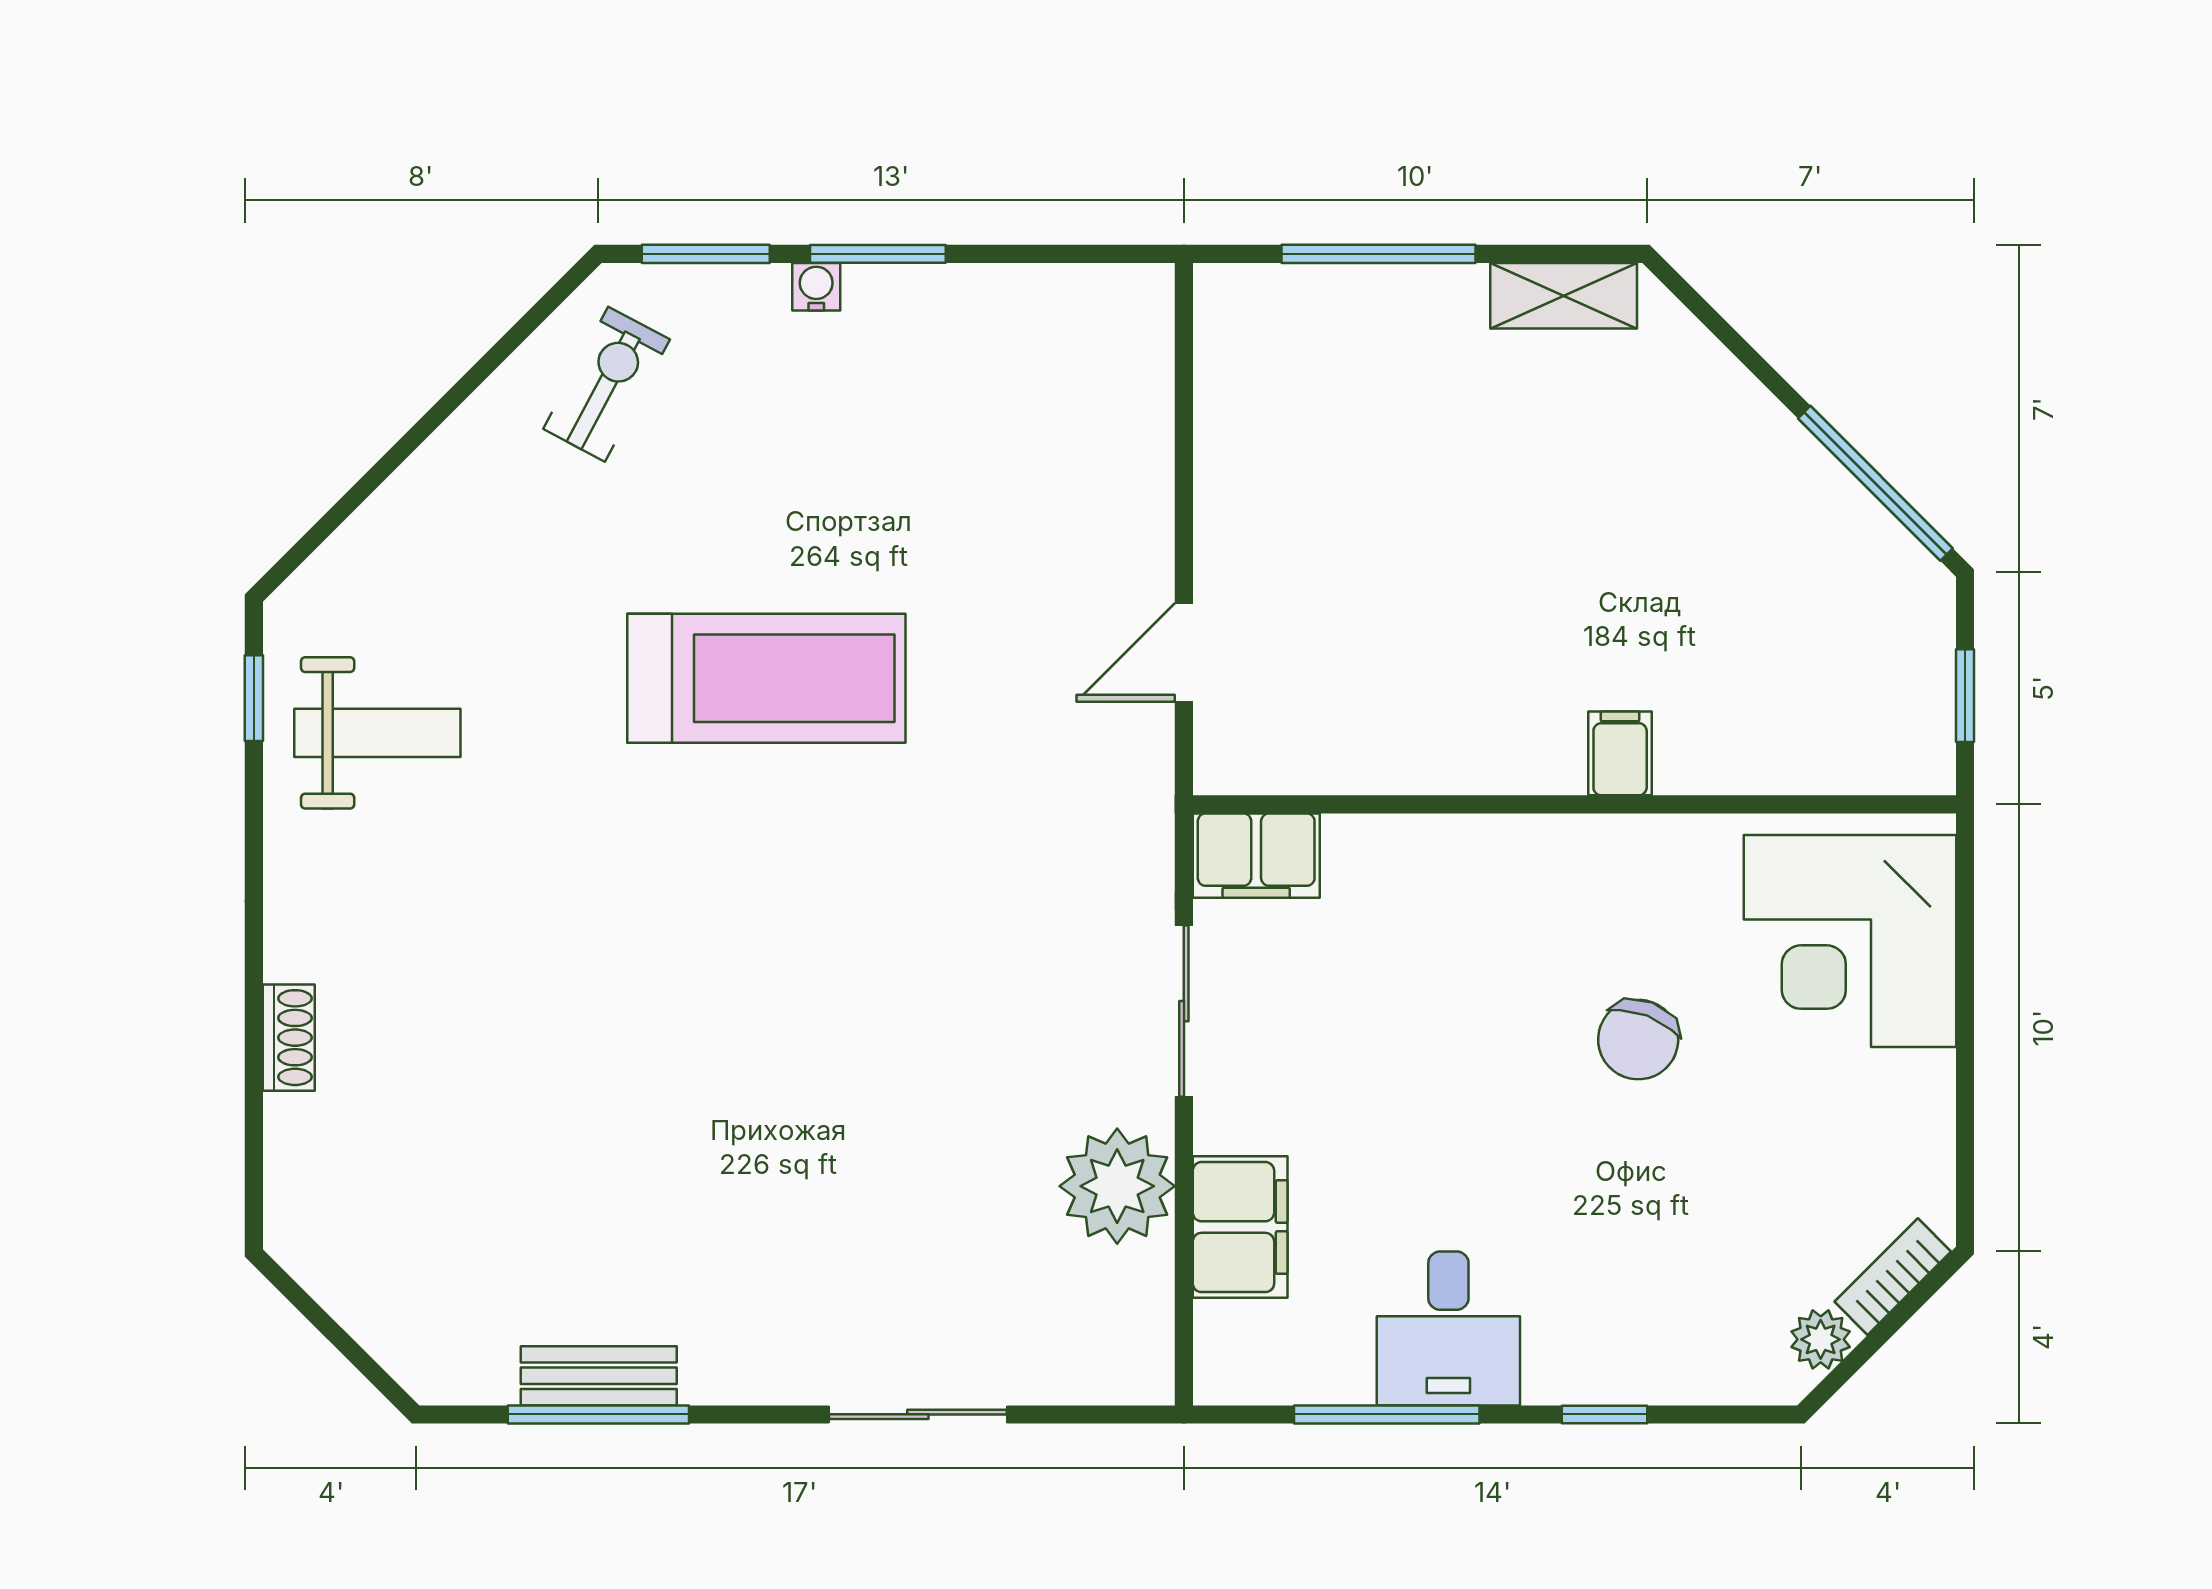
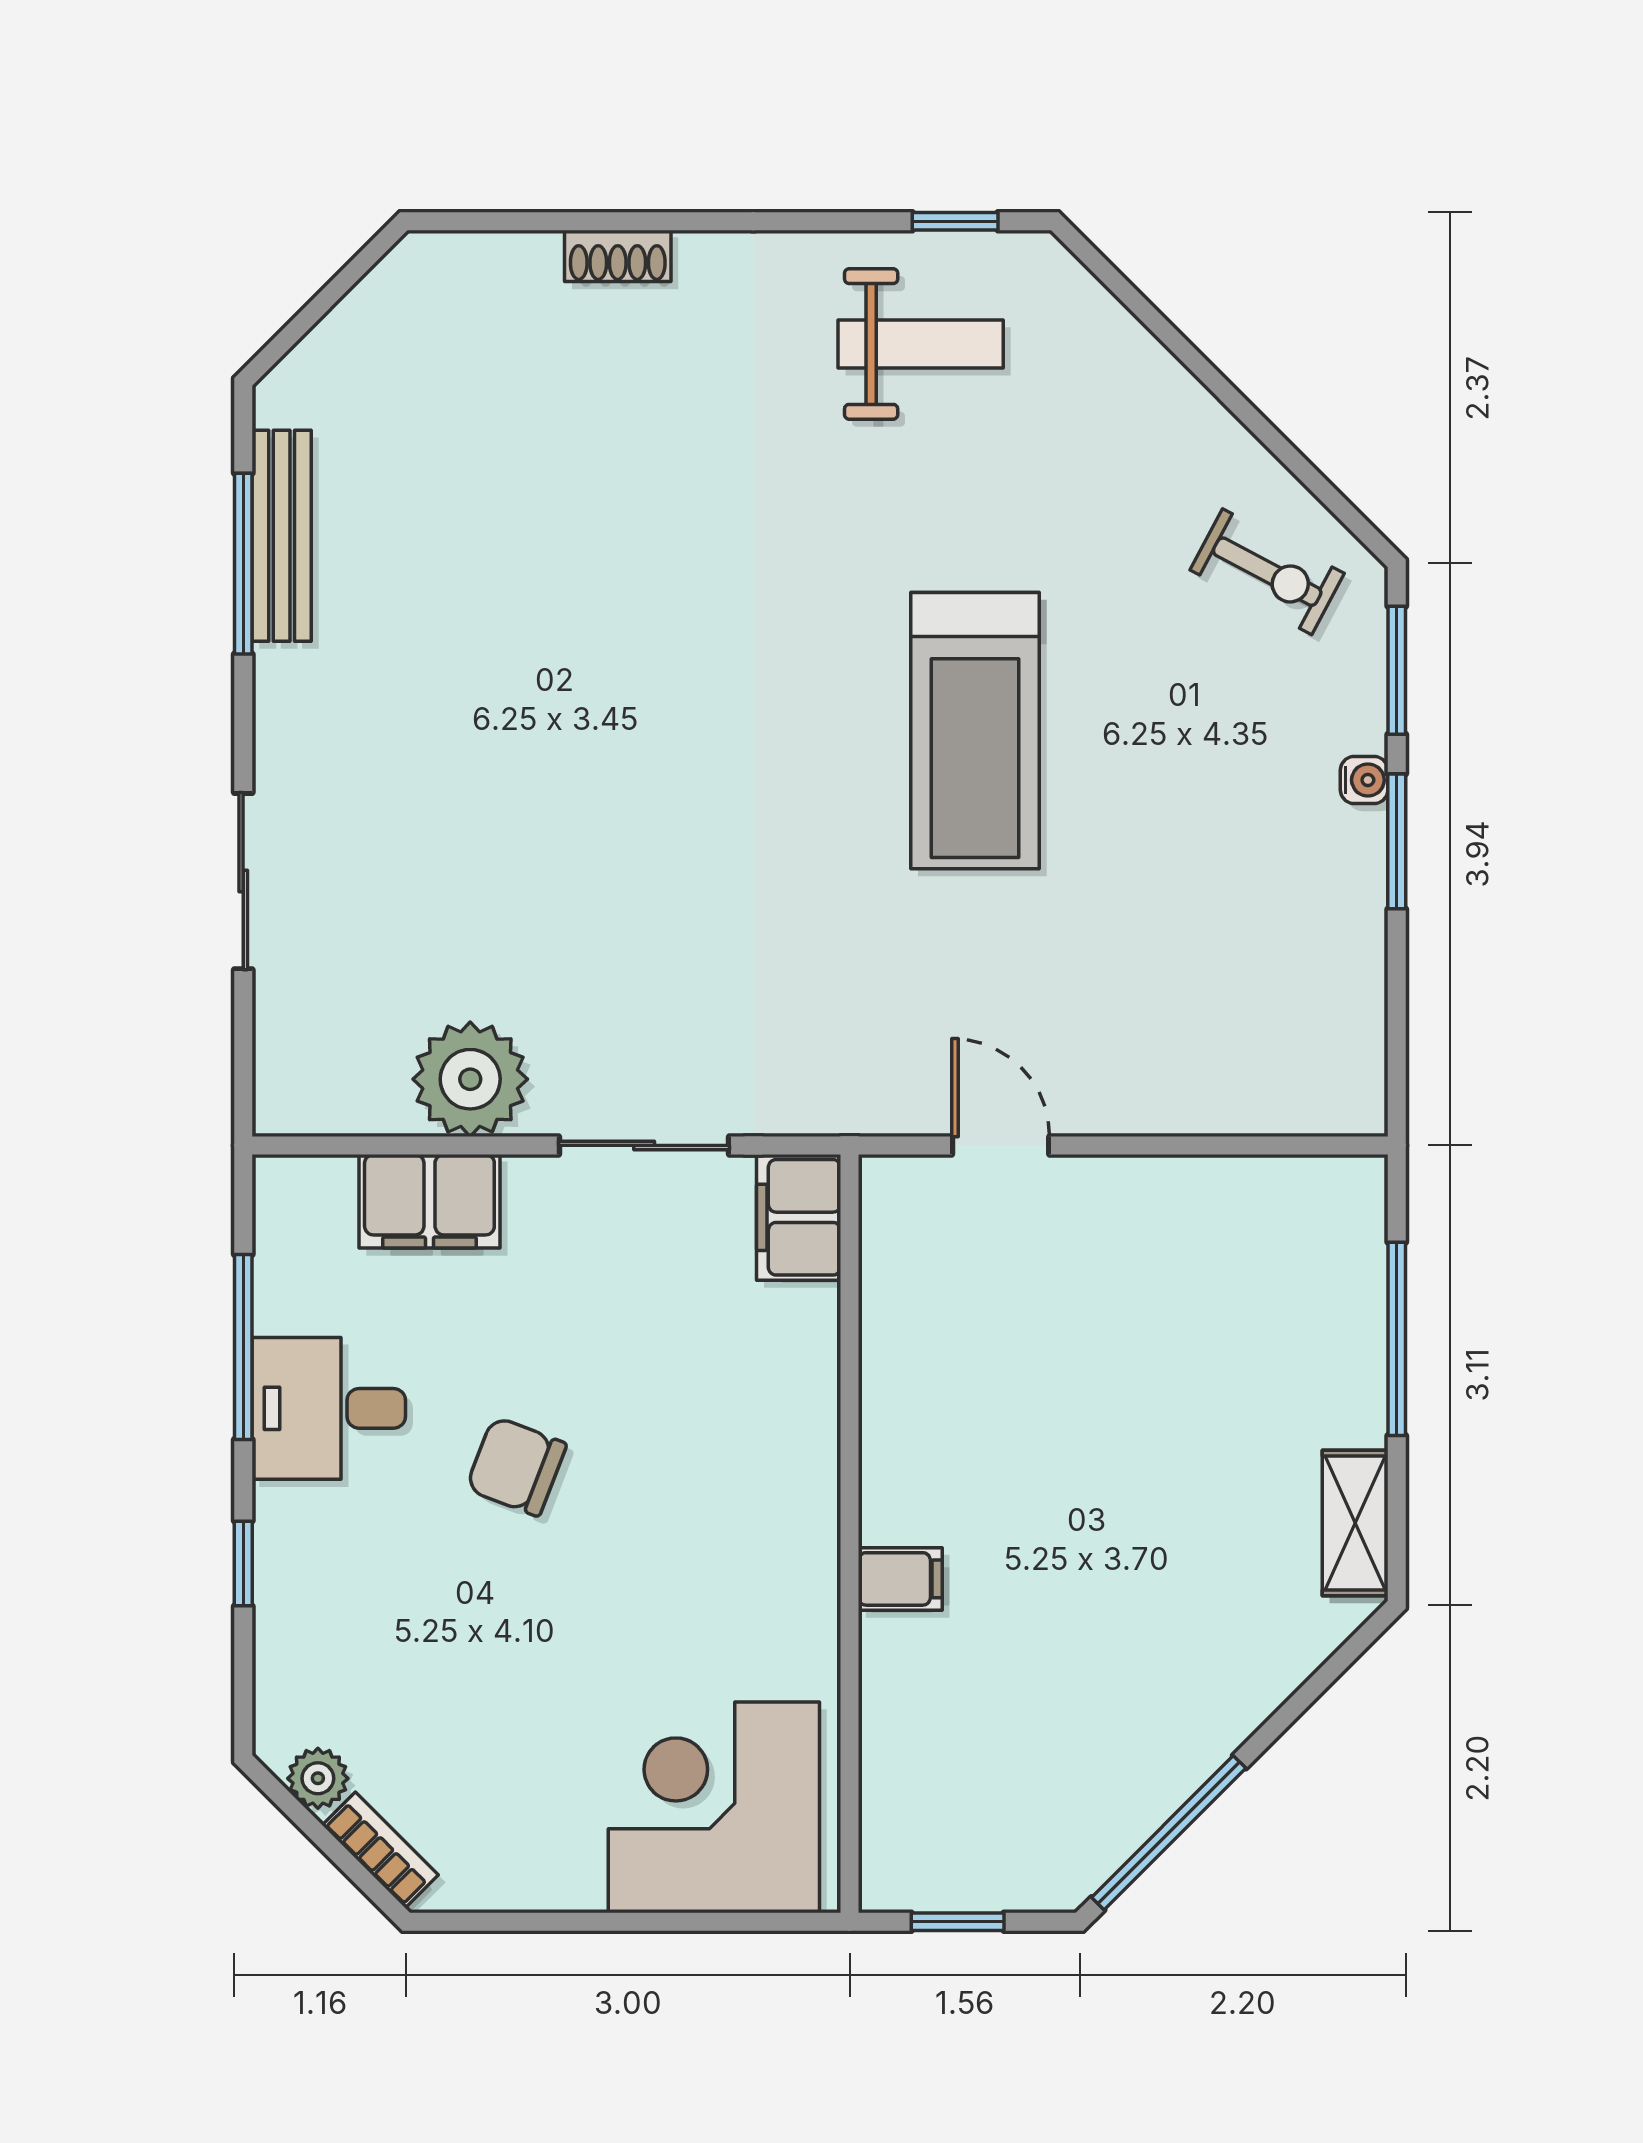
weight bench: (377, 733) -> (921, 344), turned -90
chair: (1638, 1040) -> (516, 1466), moved
bench: (599, 1376) -> (282, 536), width x1.36

